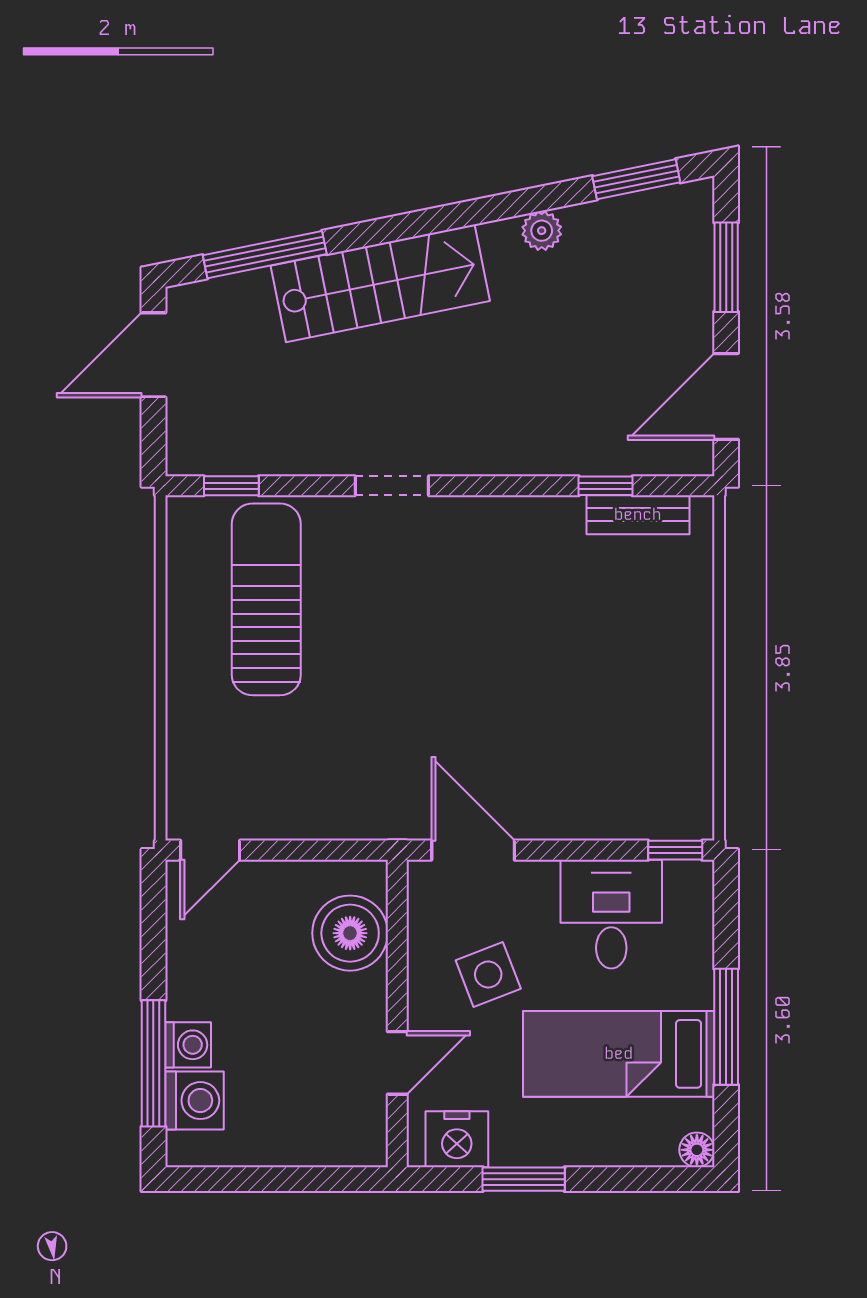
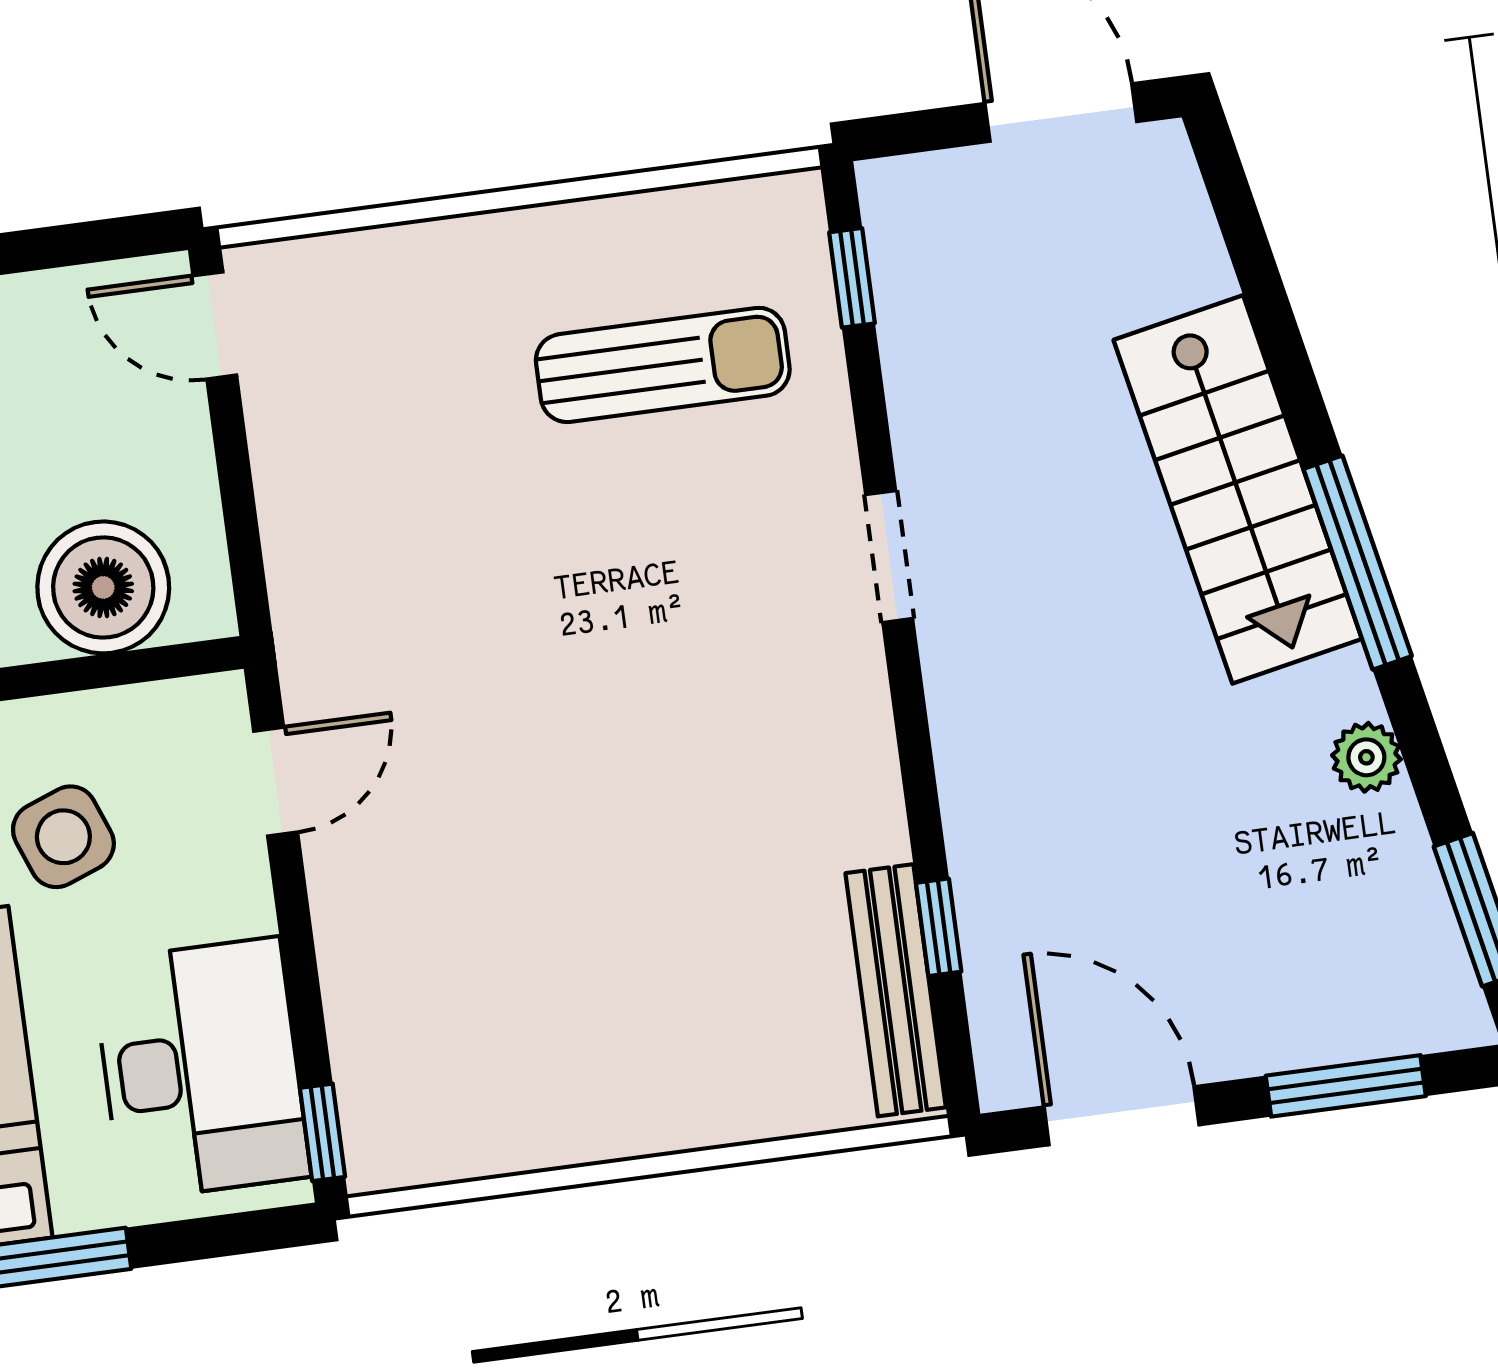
window: (265, 255) -> (1358, 563), moved
bench: (638, 515) -> (896, 990), width x1.36
sun lounger: (266, 599) -> (663, 365), width x0.73, depth x0.75
door: (473, 850) -> (276, 782), width x0.73
desk: (611, 914) -> (201, 1069), width x1.37

